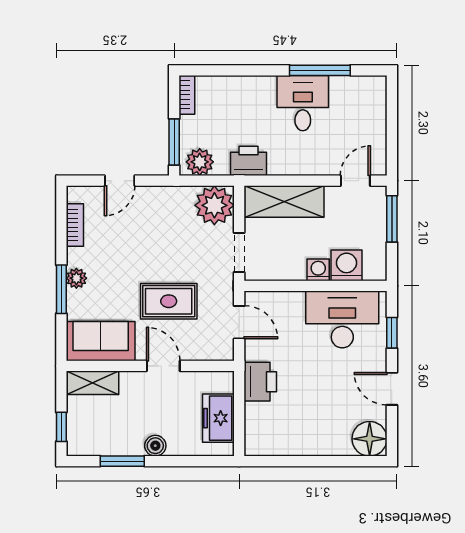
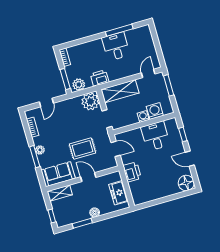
desk: (342, 319) -> (155, 136), width x0.73

